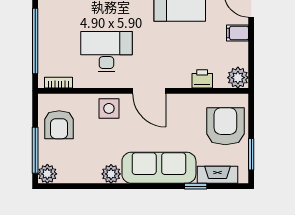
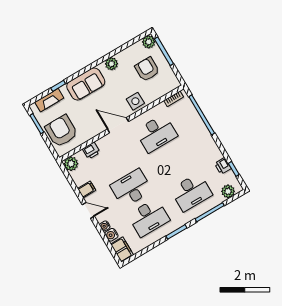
armchair: (59, 125) -> (147, 69), moved
armchair: (225, 126) -> (61, 131), turned 180
sofa: (159, 168) -> (86, 84), width x0.73

